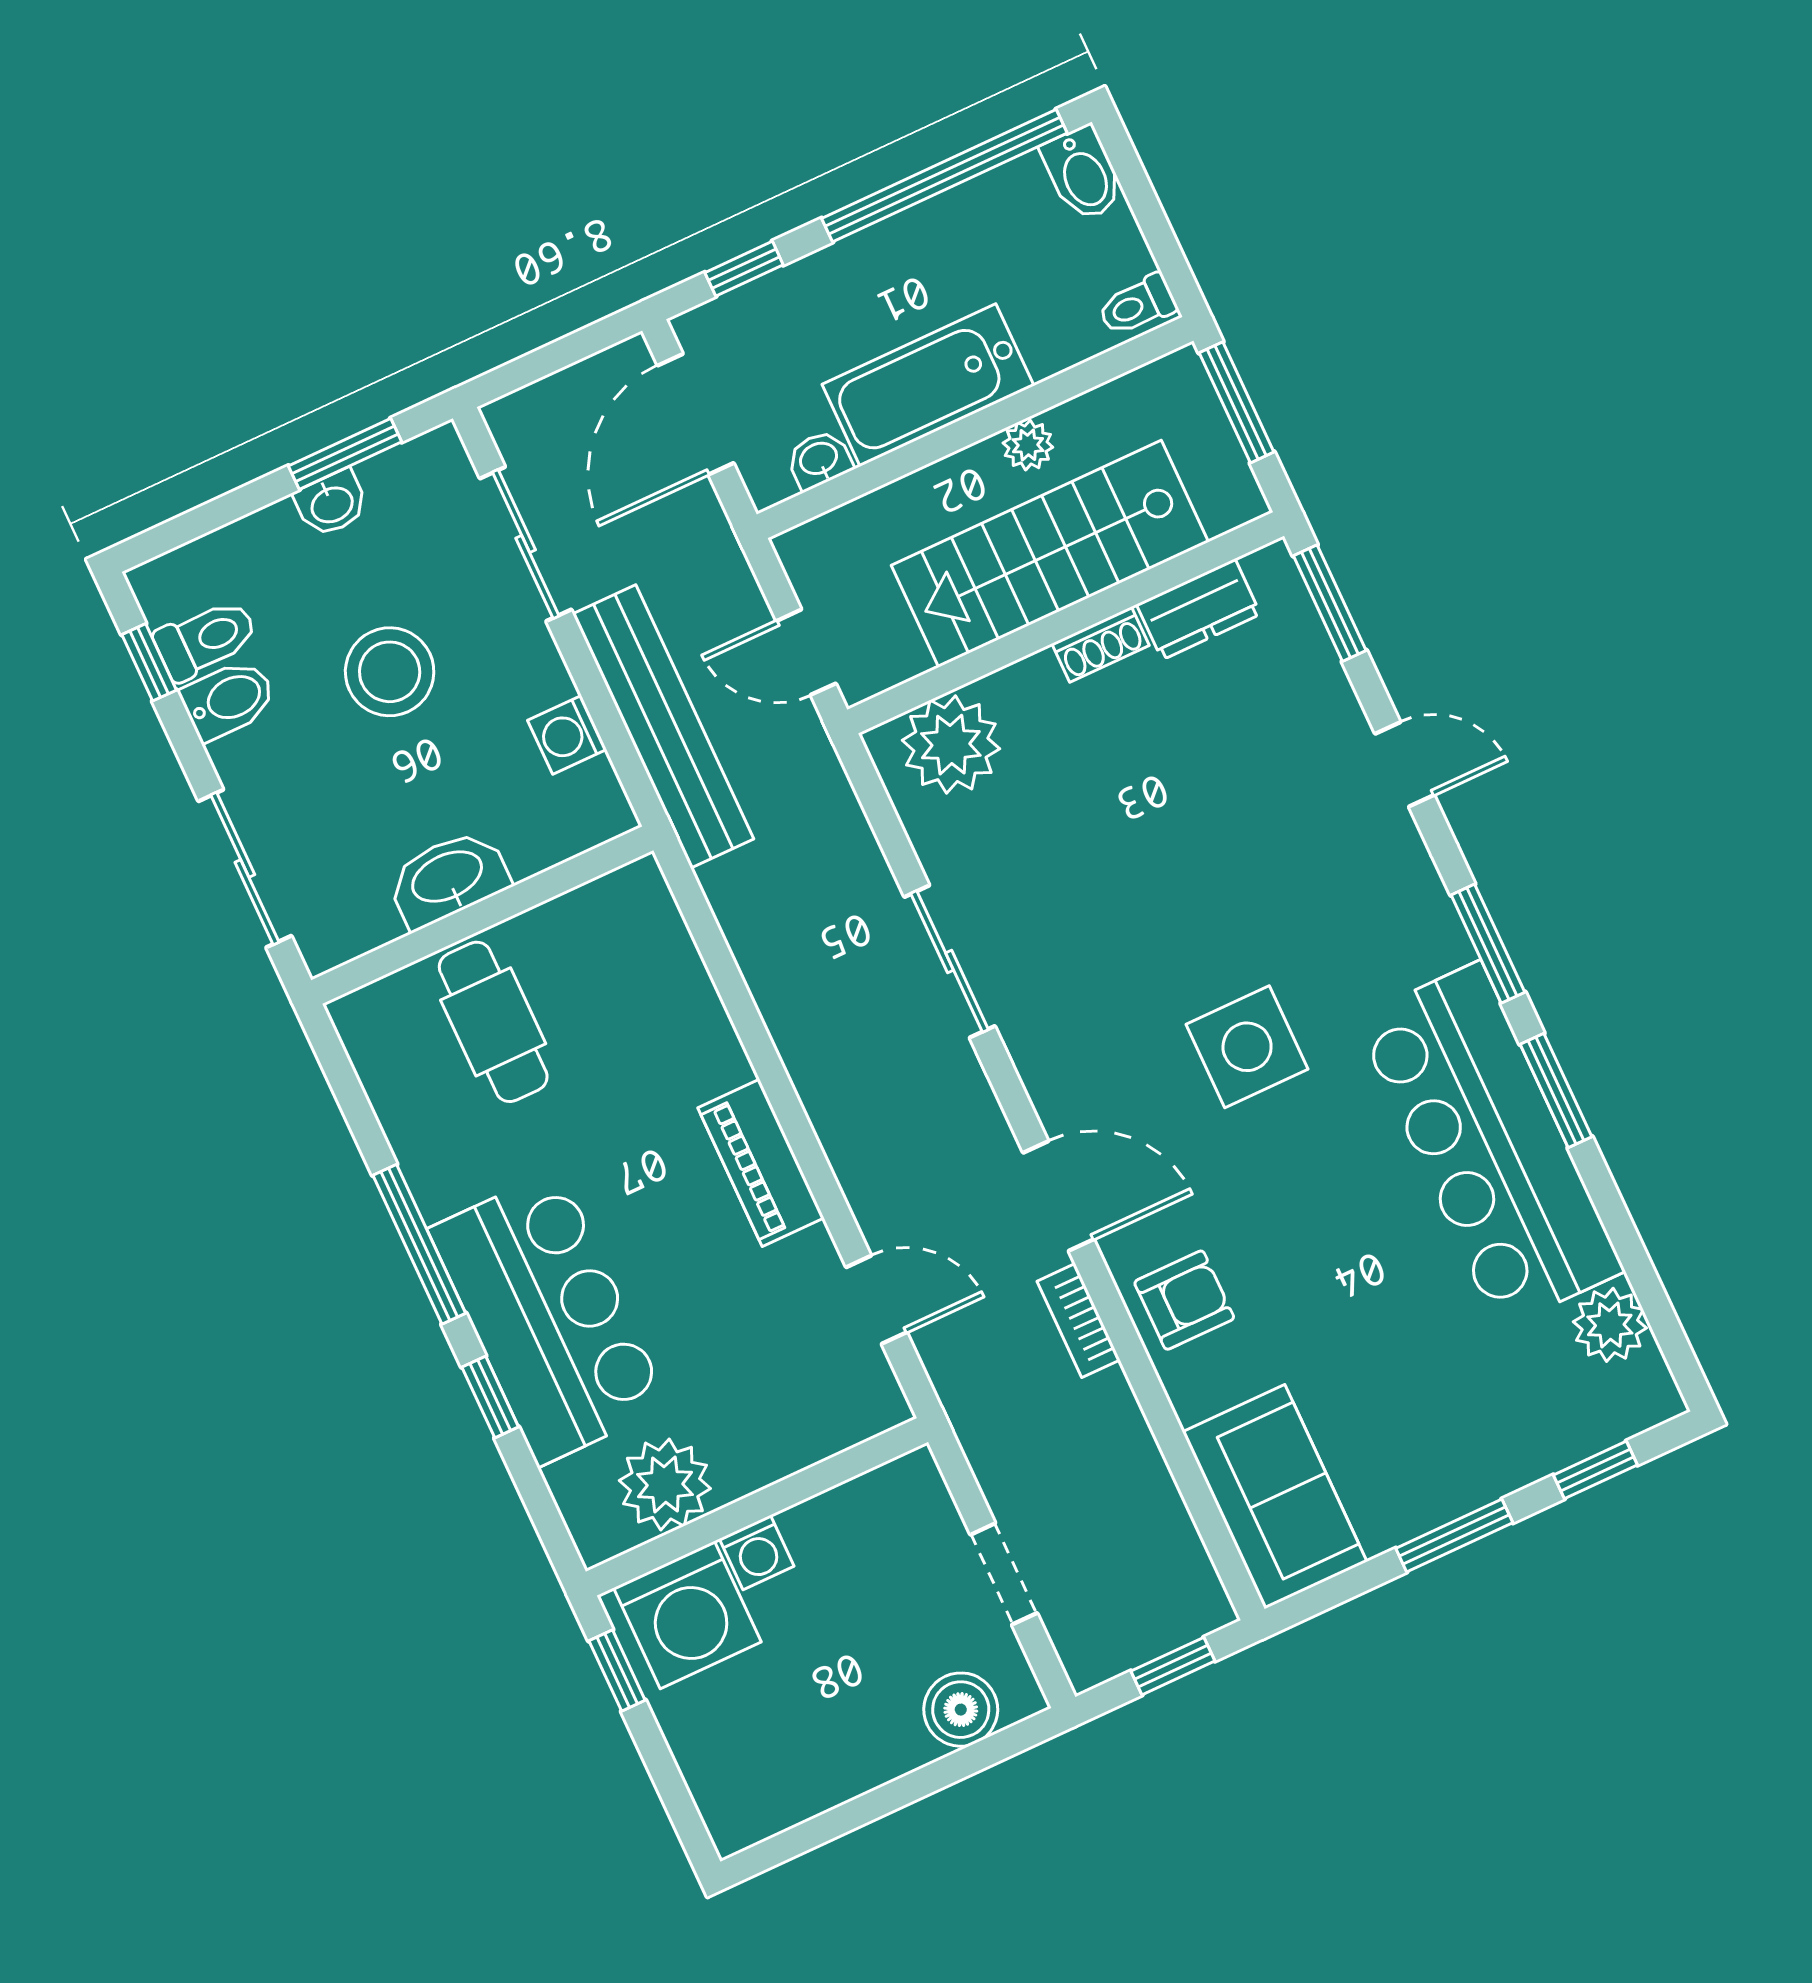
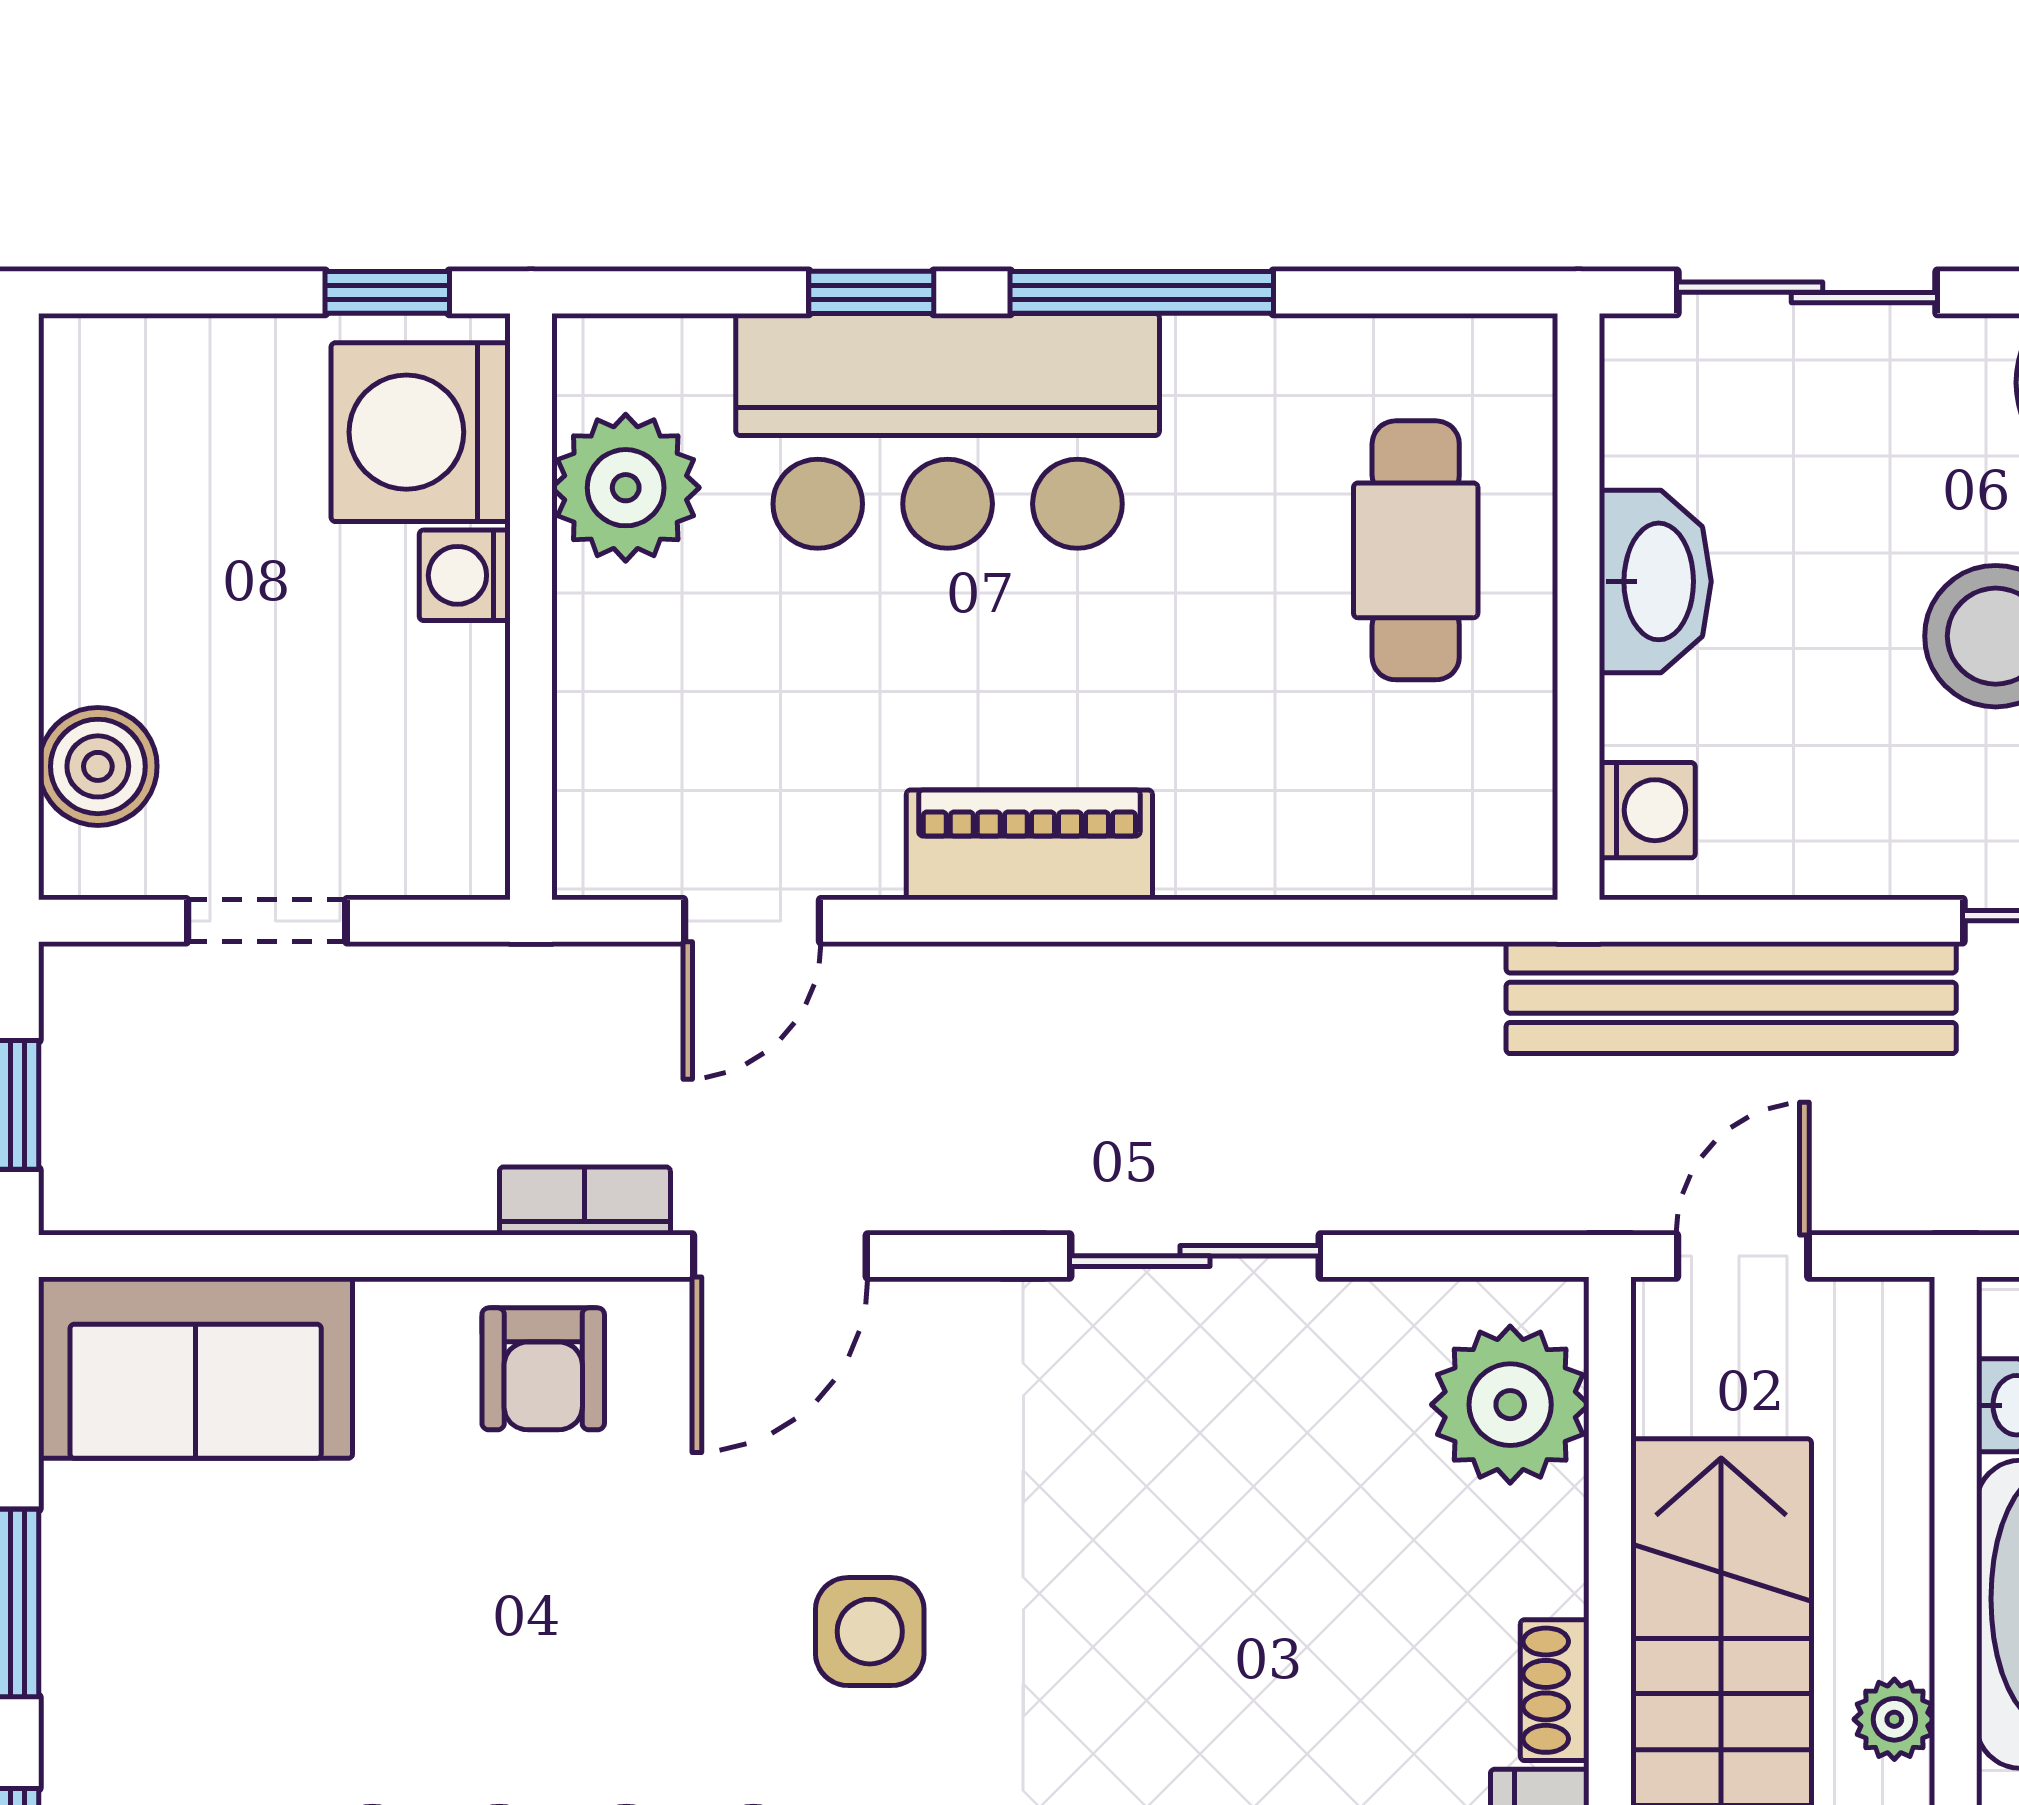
washing machine: (567, 735) -> (1647, 810), moved, turned 90
cafe table: (493, 1022) -> (1416, 550), turned 90
side table: (1247, 1047) -> (870, 1632), width x0.73, depth x0.73

